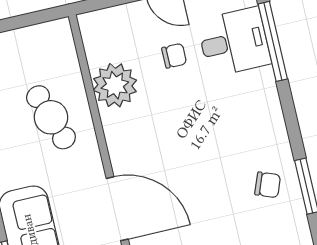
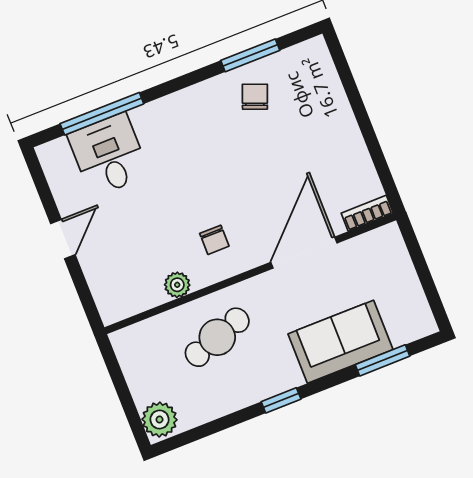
chair: (174, 56) -> (214, 240), moved, turned 180
plant: (115, 85) -> (177, 285), width x0.53, depth x0.53

